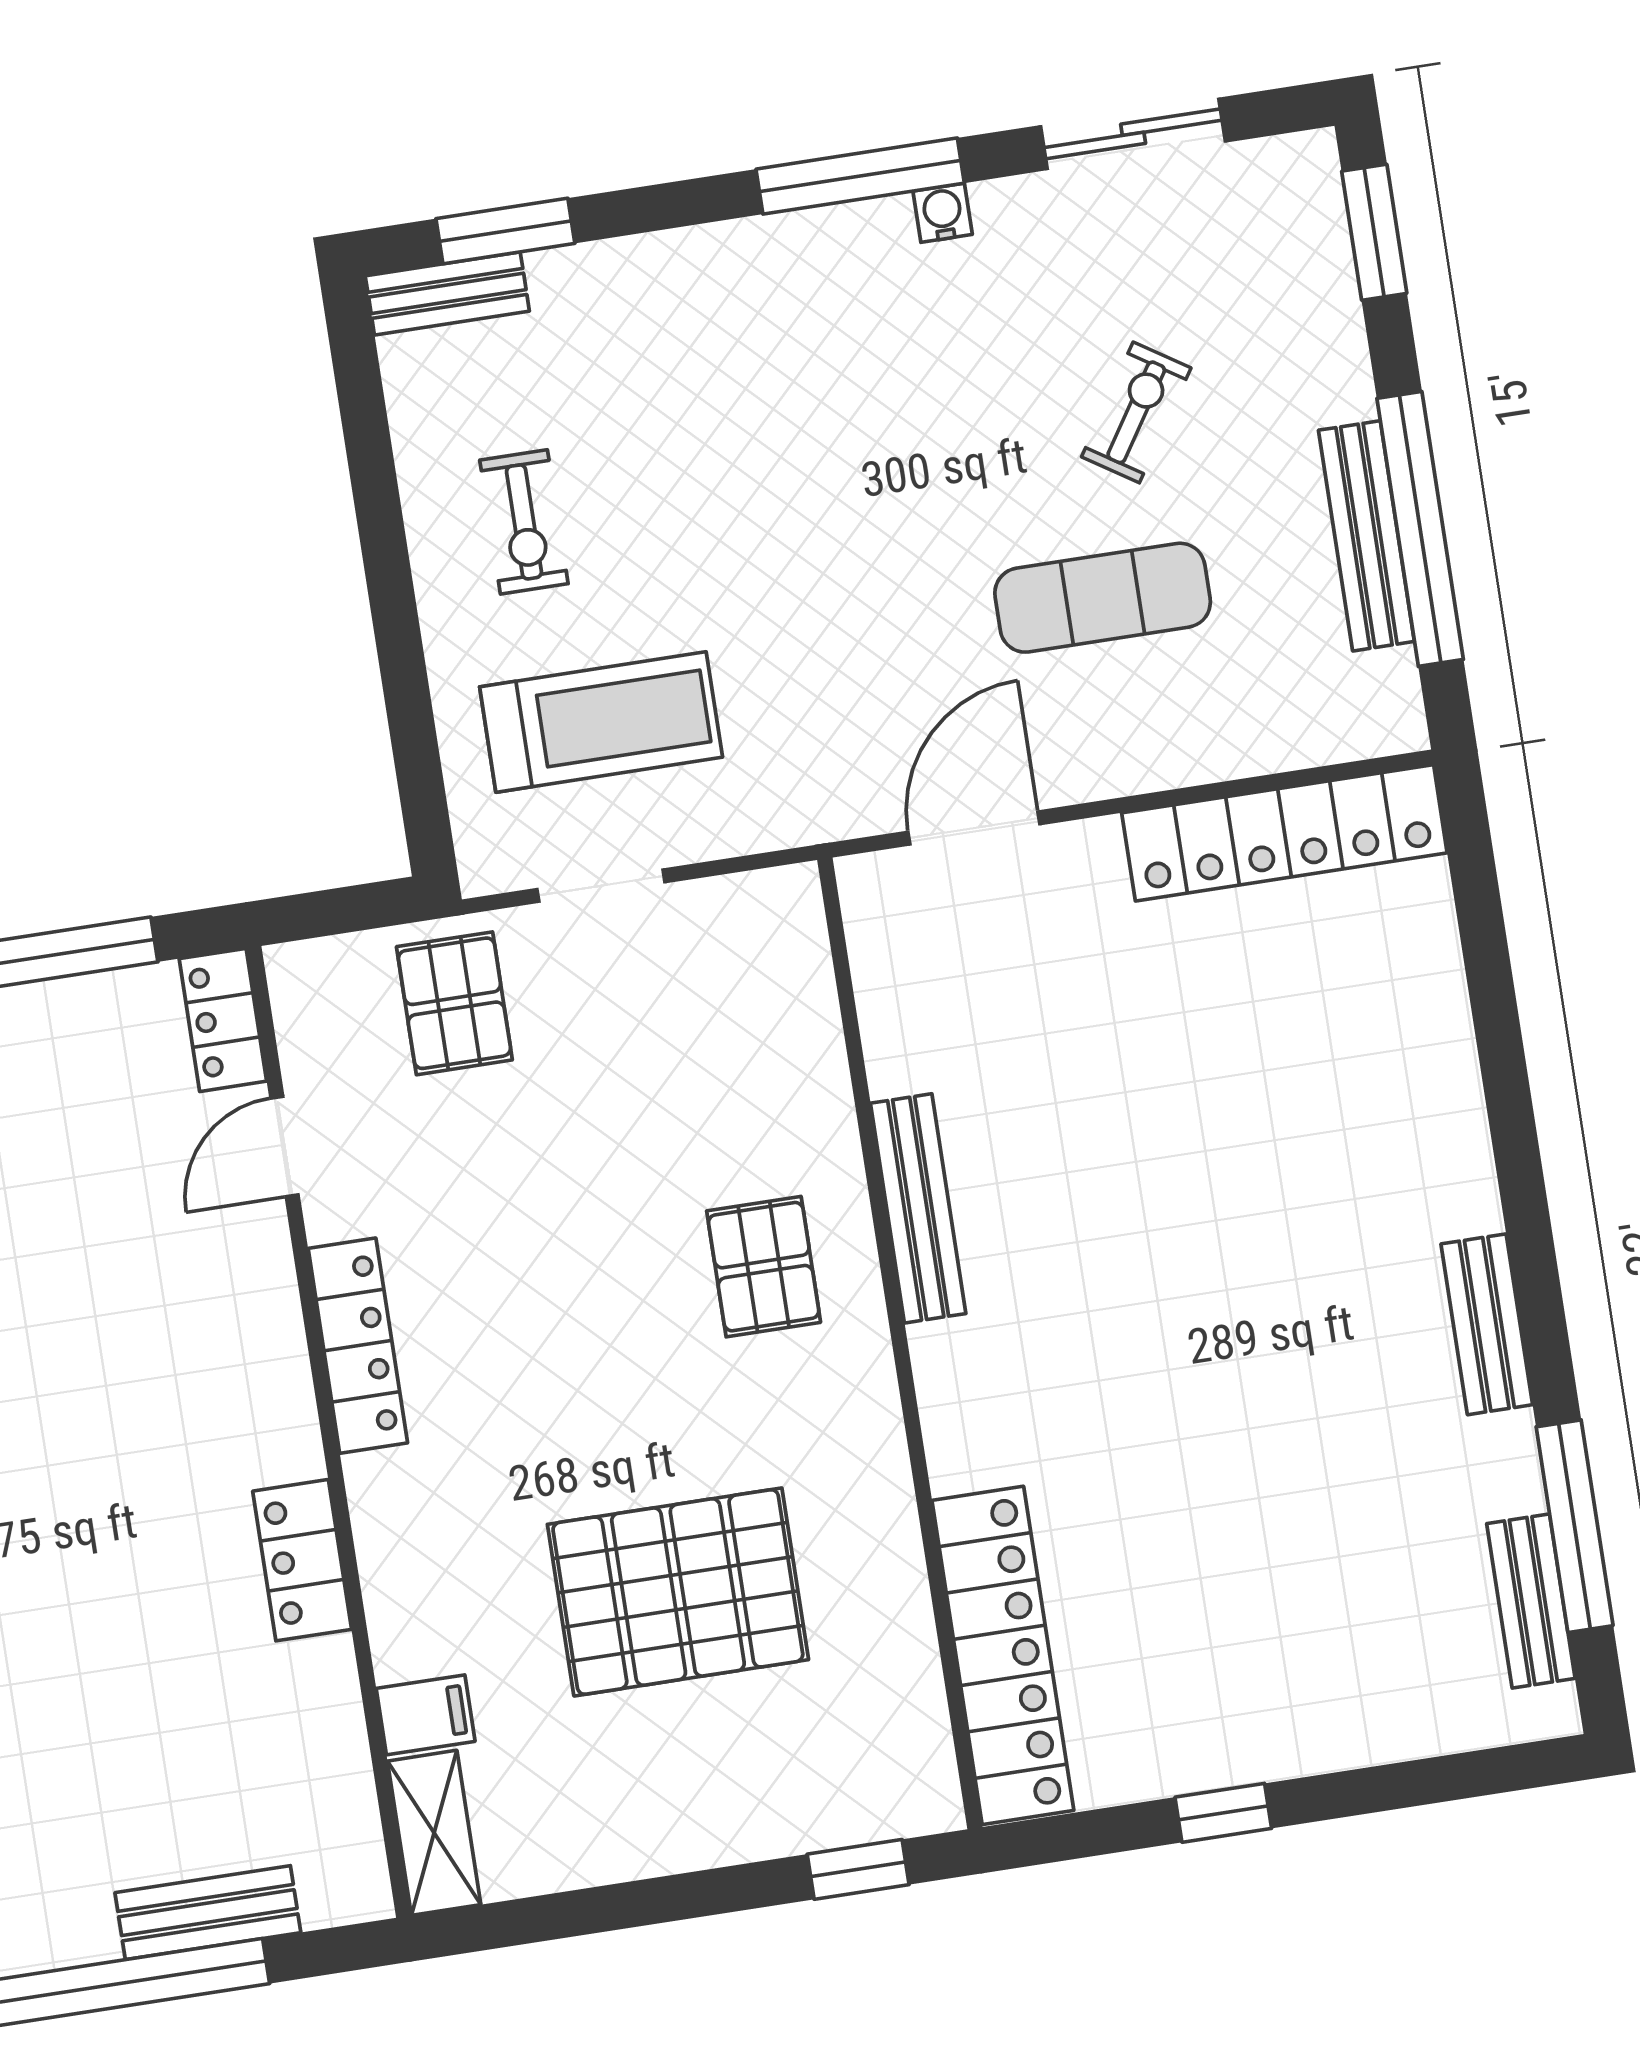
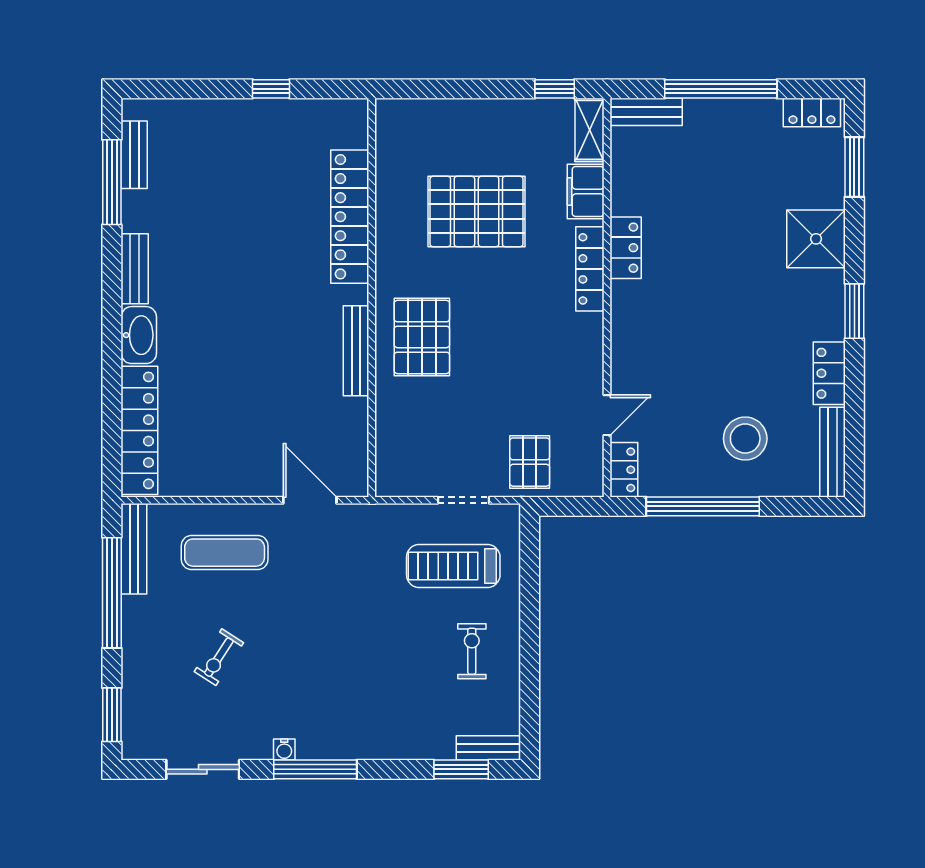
bench: (1366, 536) -> (134, 549), moved
exercise mat: (1103, 598) -> (225, 553), moved
door: (974, 828) -> (310, 500), swing flipped
locker: (1284, 833) -> (139, 430), moved, turned 90
washbasin: (1452, 1165) -> (139, 335), added
pallet: (764, 1267) -> (422, 337), width x1.50, depth x1.42
locker: (358, 1346) -> (590, 269), moved
locker: (1003, 1655) -> (350, 217), moved
filing cabinet: (426, 1715) -> (586, 191), width x2.00
window: (858, 1869) -> (555, 89), moved
bench: (208, 1913) -> (646, 112), moved

